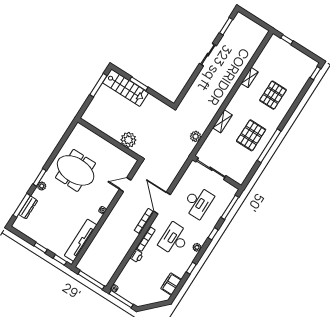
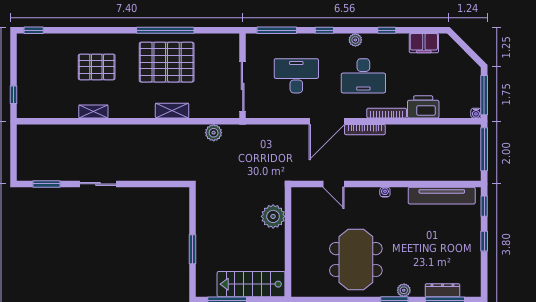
stairs: (125, 88) -> (251, 284), moved, turned -90
pallet: (251, 135) -> (167, 62), width x1.37, depth x1.41
printer: (137, 256) -> (423, 107), width x1.87, depth x1.48

